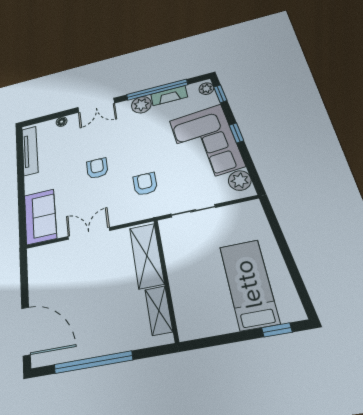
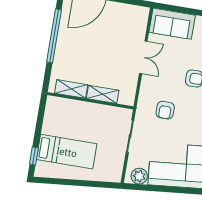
window: (237, 133) -> (178, 190), removed
armchair: (145, 184) -> (165, 110), turned 90
shelving: (147, 256) -> (103, 94), width x0.67, depth x0.75

